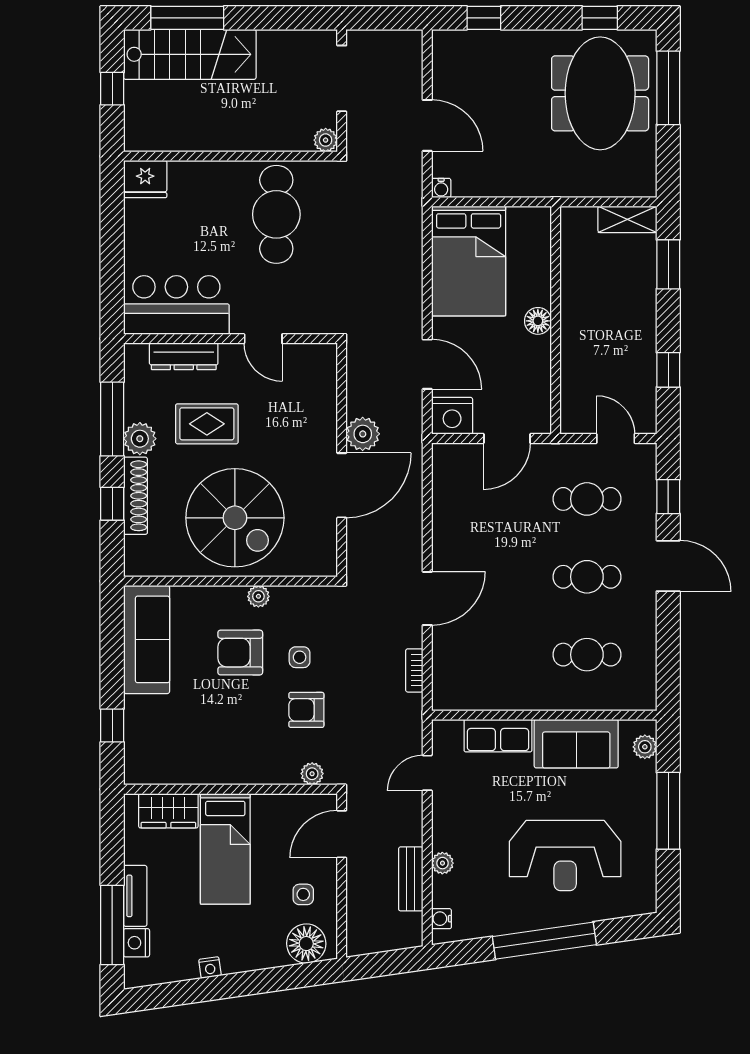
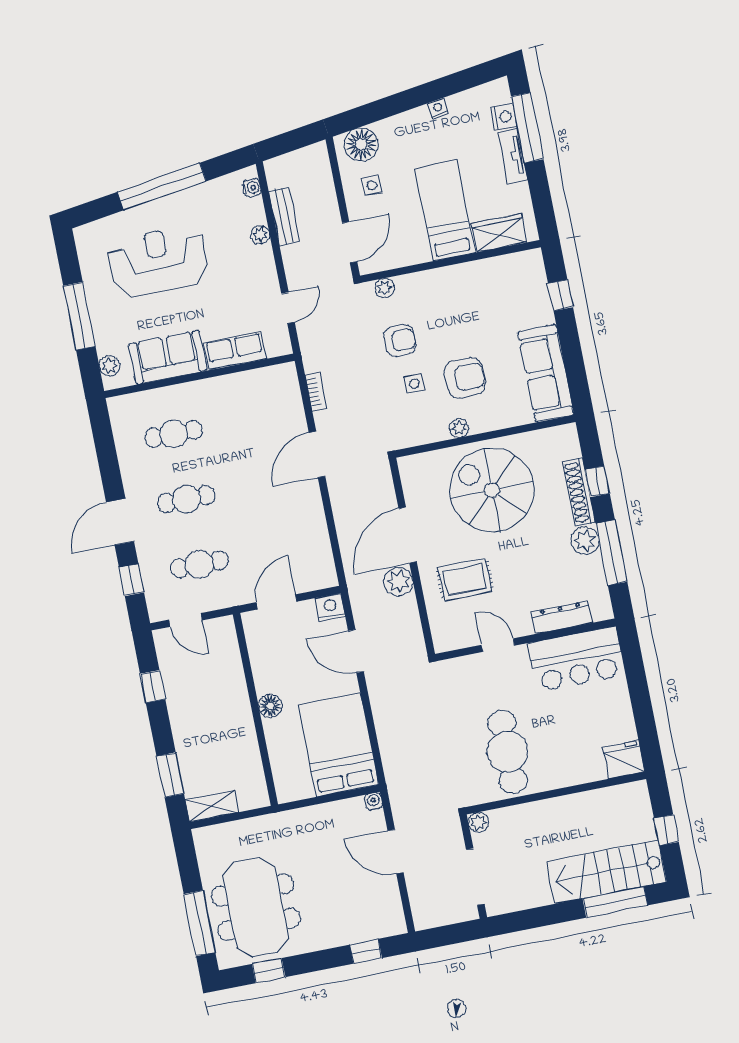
nightstand: (452, 416) -> (330, 607), width x0.74, depth x0.75
rug: (207, 424) -> (465, 579), moved
door: (668, 566) -> (120, 522), hinge flipped

